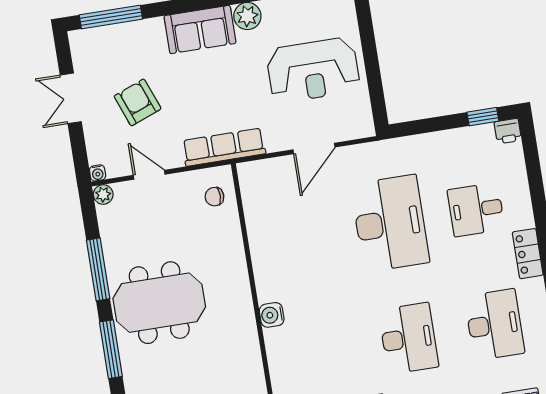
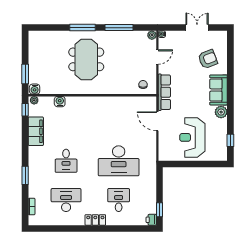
window: (111, 17) -> (230, 51), removed
armchair: (138, 102) -> (208, 59), moved
door: (314, 148) -> (157, 121), moved
meeting table: (159, 303) -> (86, 59), moved
water cooler: (272, 315) -> (60, 102), moved
desk: (494, 325) -> (66, 200), turned 180
desk: (409, 338) -> (66, 161), width x0.73

